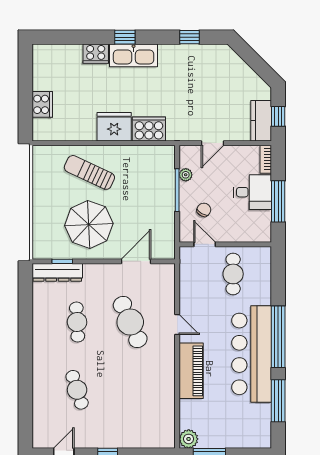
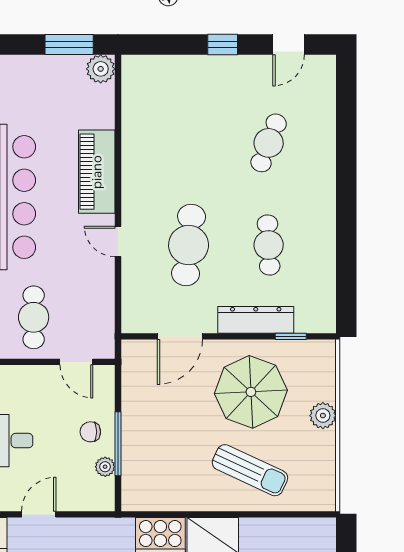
door: (213, 143) -> (39, 514), moved
plant: (41, 209) -> (323, 416), added
chair: (204, 210) -> (90, 432), moved, turned 61
dresser: (57, 272) -> (256, 320), moved
cafe table: (130, 322) -> (189, 245), turned 30
cafe table: (77, 390) -> (269, 143), turned 39

